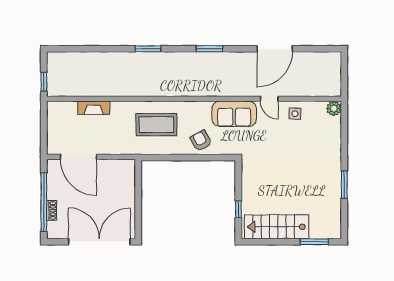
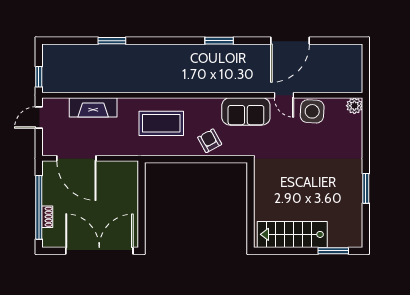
window: (148, 49) -> (112, 41), moved
fireplace: (94, 108) -> (93, 107), width x1.37, depth x1.32
side table: (295, 114) -> (312, 111), width x1.87, depth x1.87
door: (44, 119) -> (39, 118), added
window: (238, 209) -> (250, 215), removed

